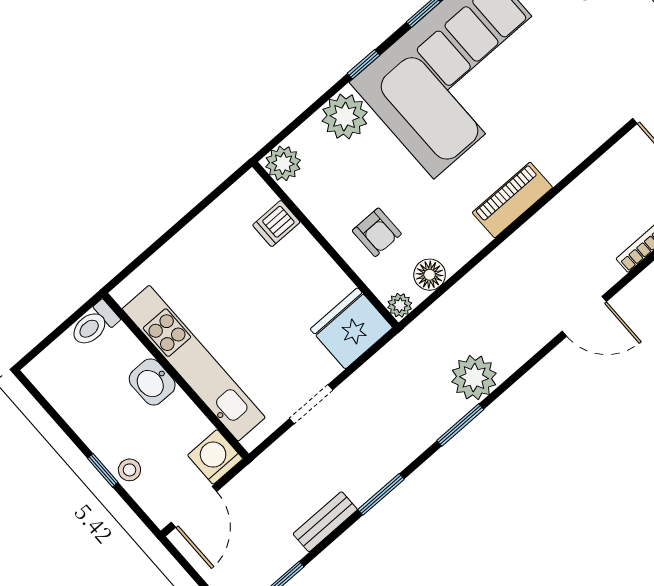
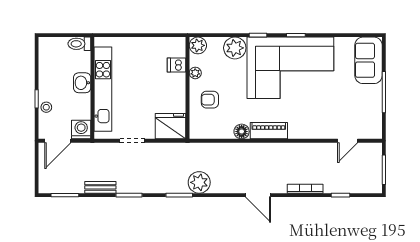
armchair: (377, 232) -> (210, 100), turned 90
floor lamp: (430, 275) -> (242, 131), moved
plant: (400, 305) -> (195, 73), moved

